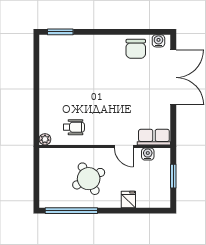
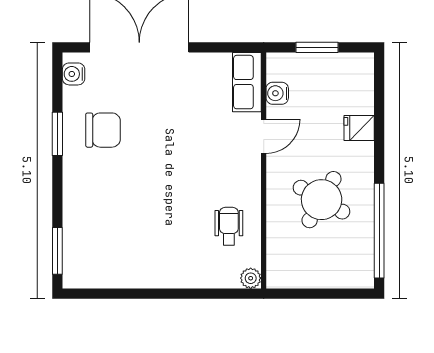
window: (125, 32) -> (57, 134), added
chair: (136, 49) -> (103, 130), moved
round table: (89, 179) -> (322, 200), turned -32

